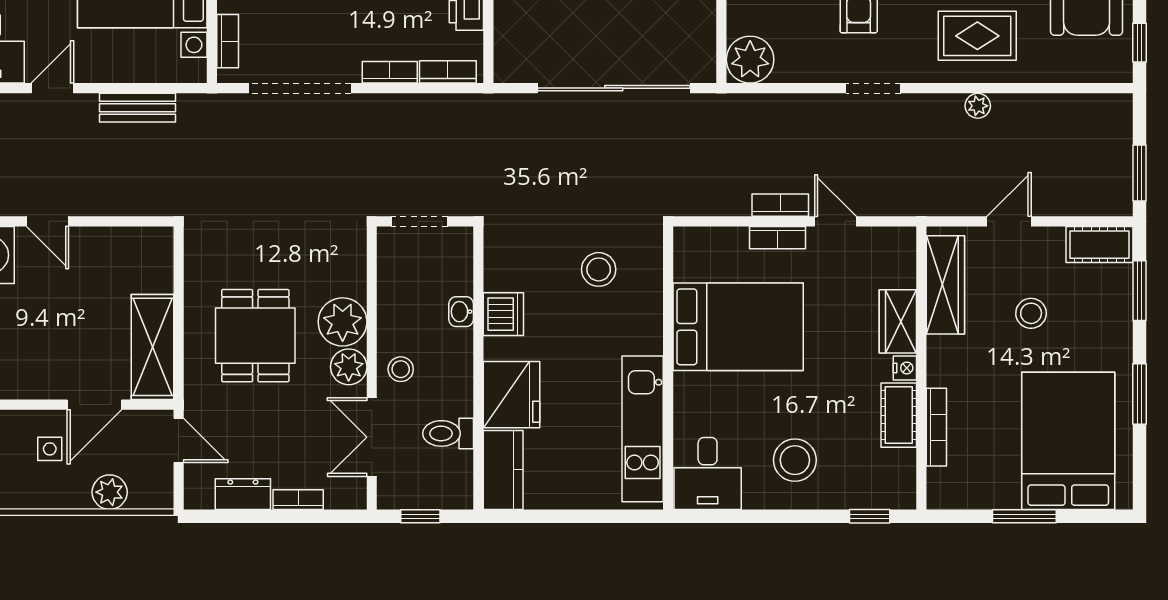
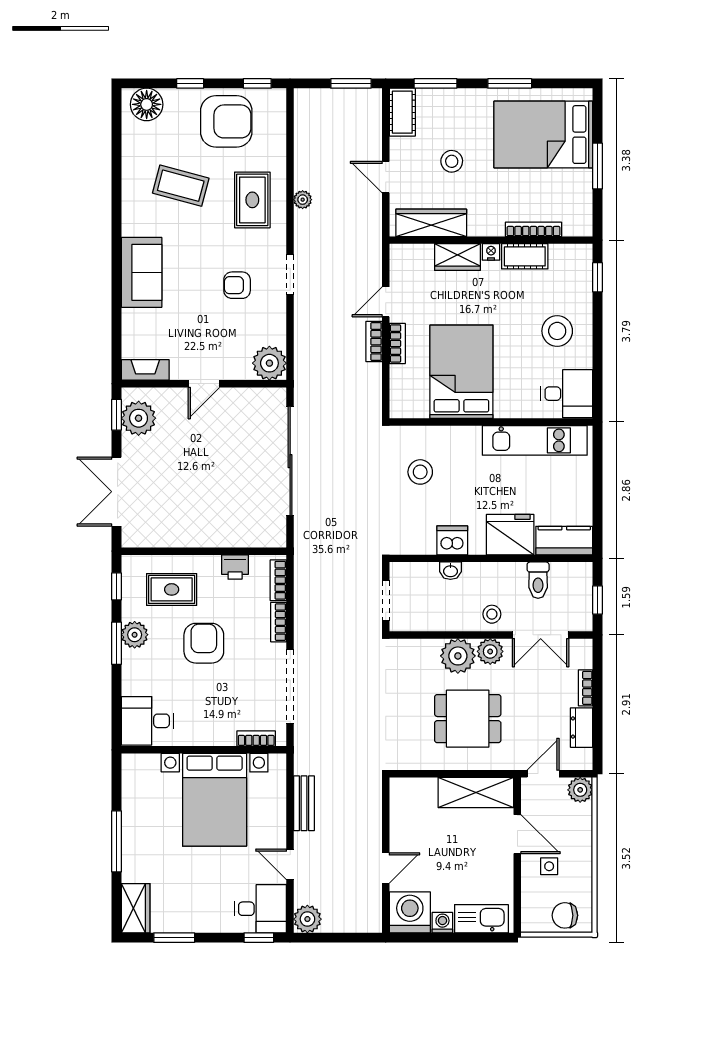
plant: (110, 492) -> (580, 790), moved

